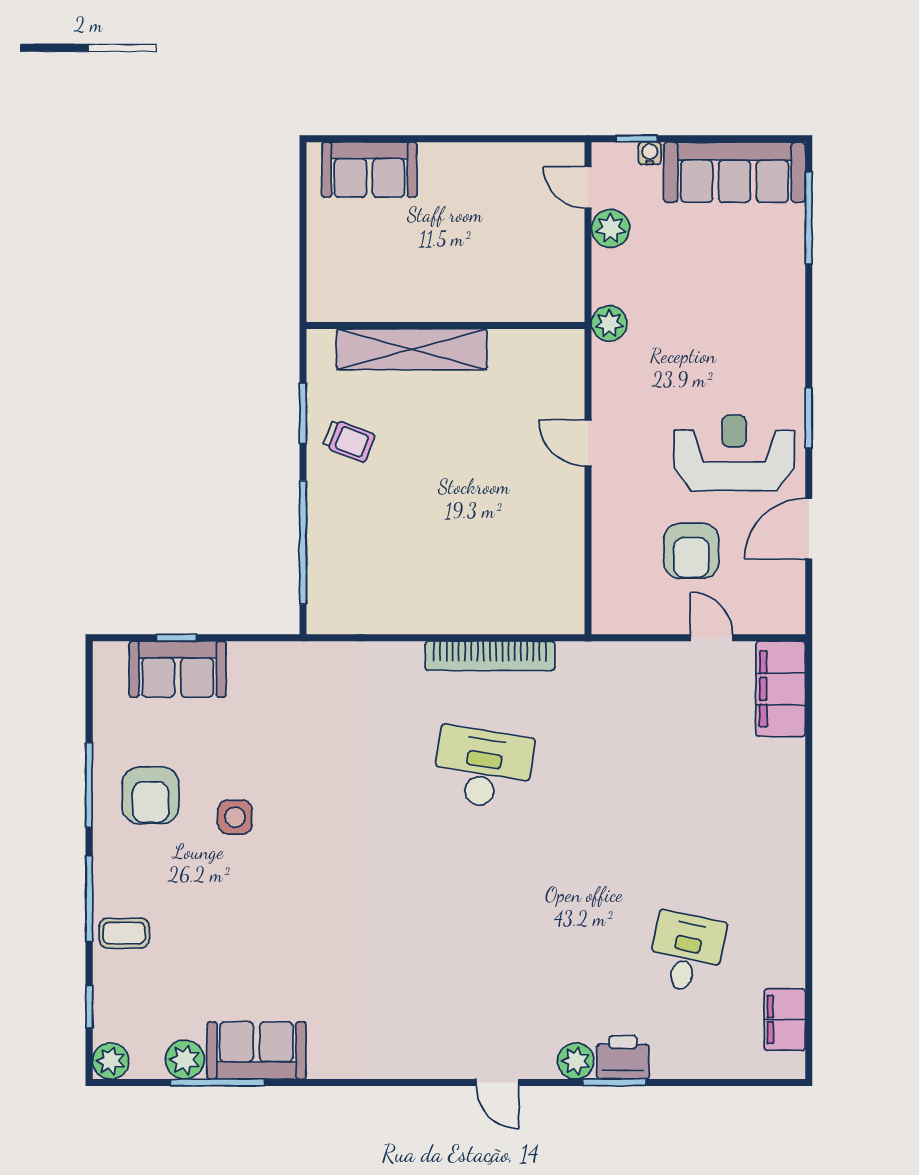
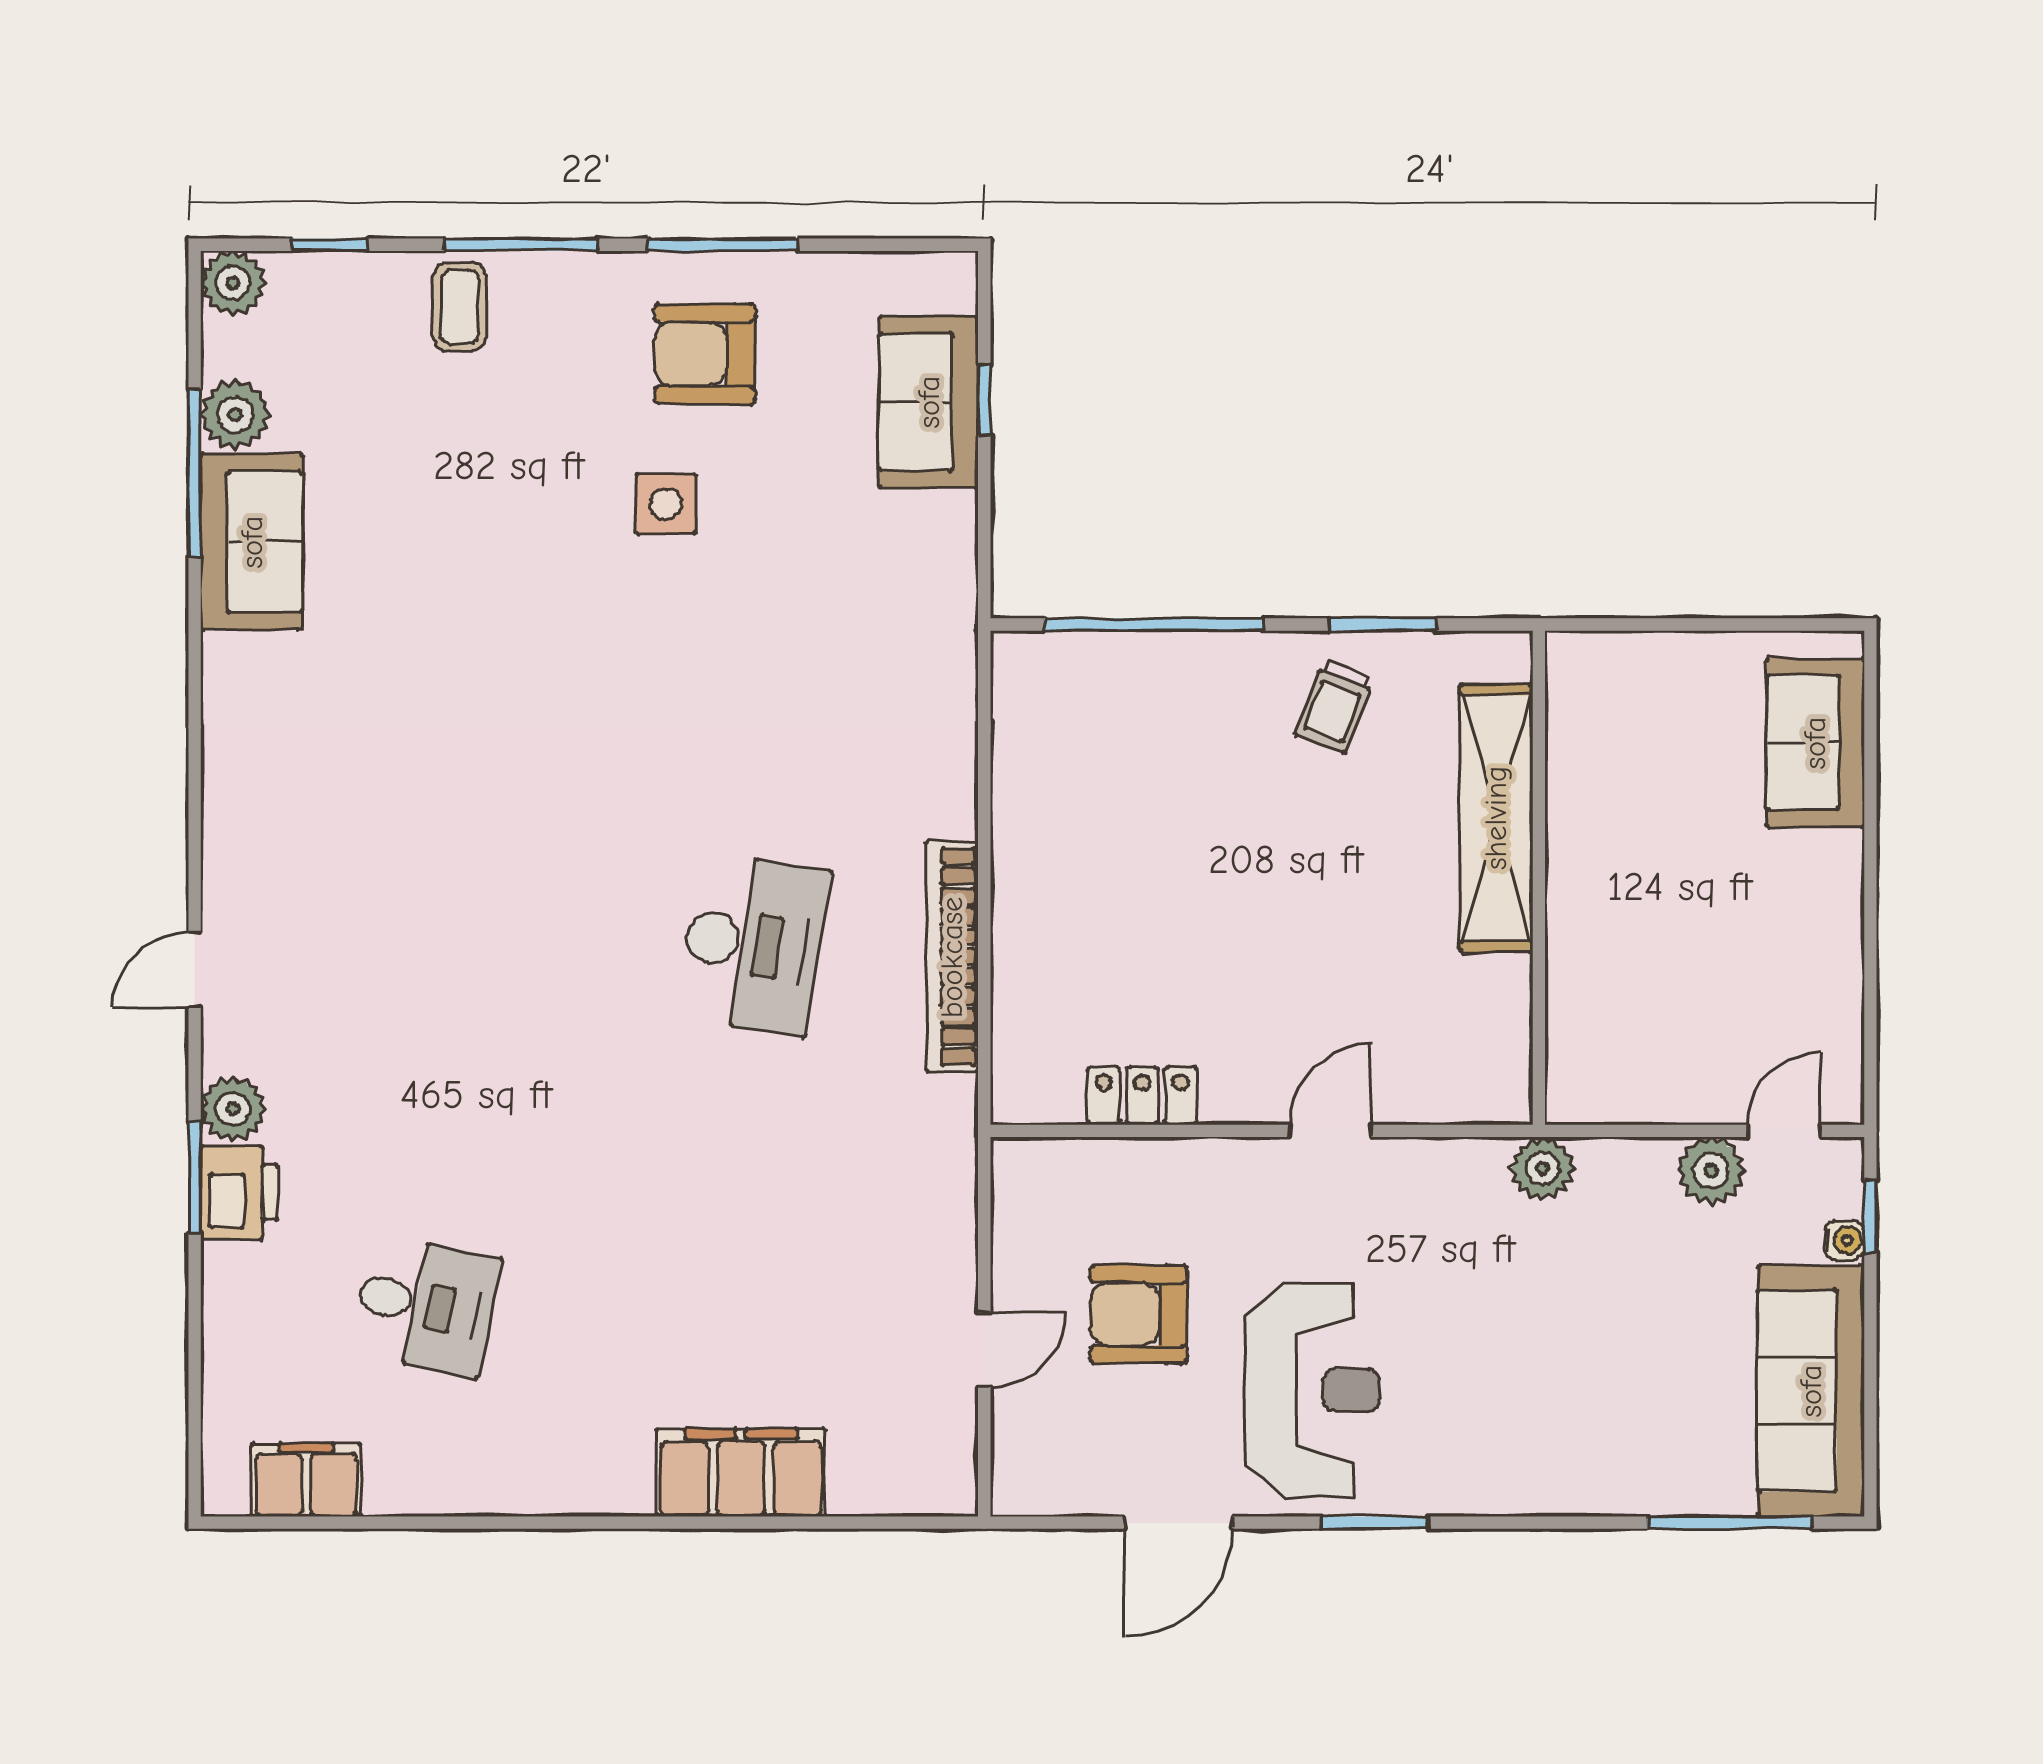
door: (809, 529) -> (1178, 1523), swing flipped
locker: (568, 549) -> (1142, 1096), added
filing cabinet: (781, 689) -> (741, 1473), moved

